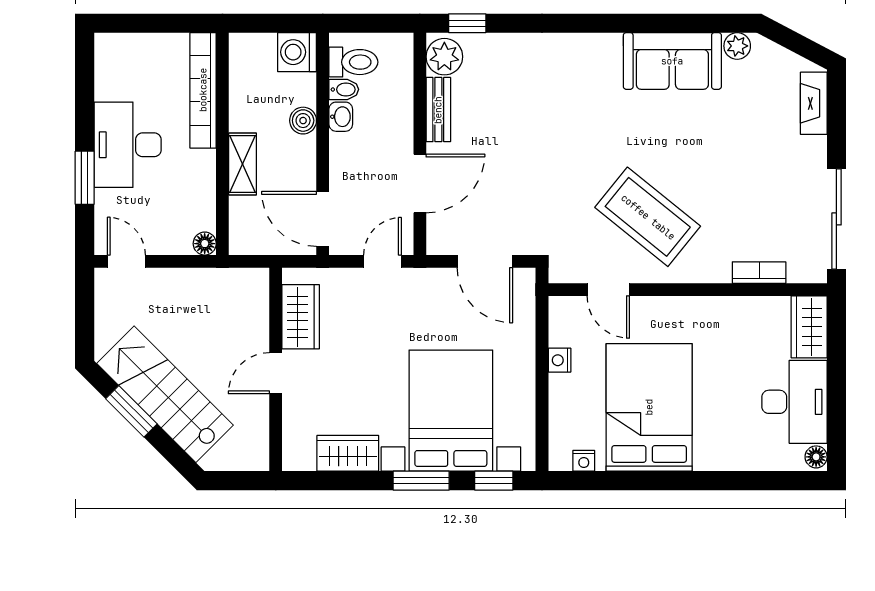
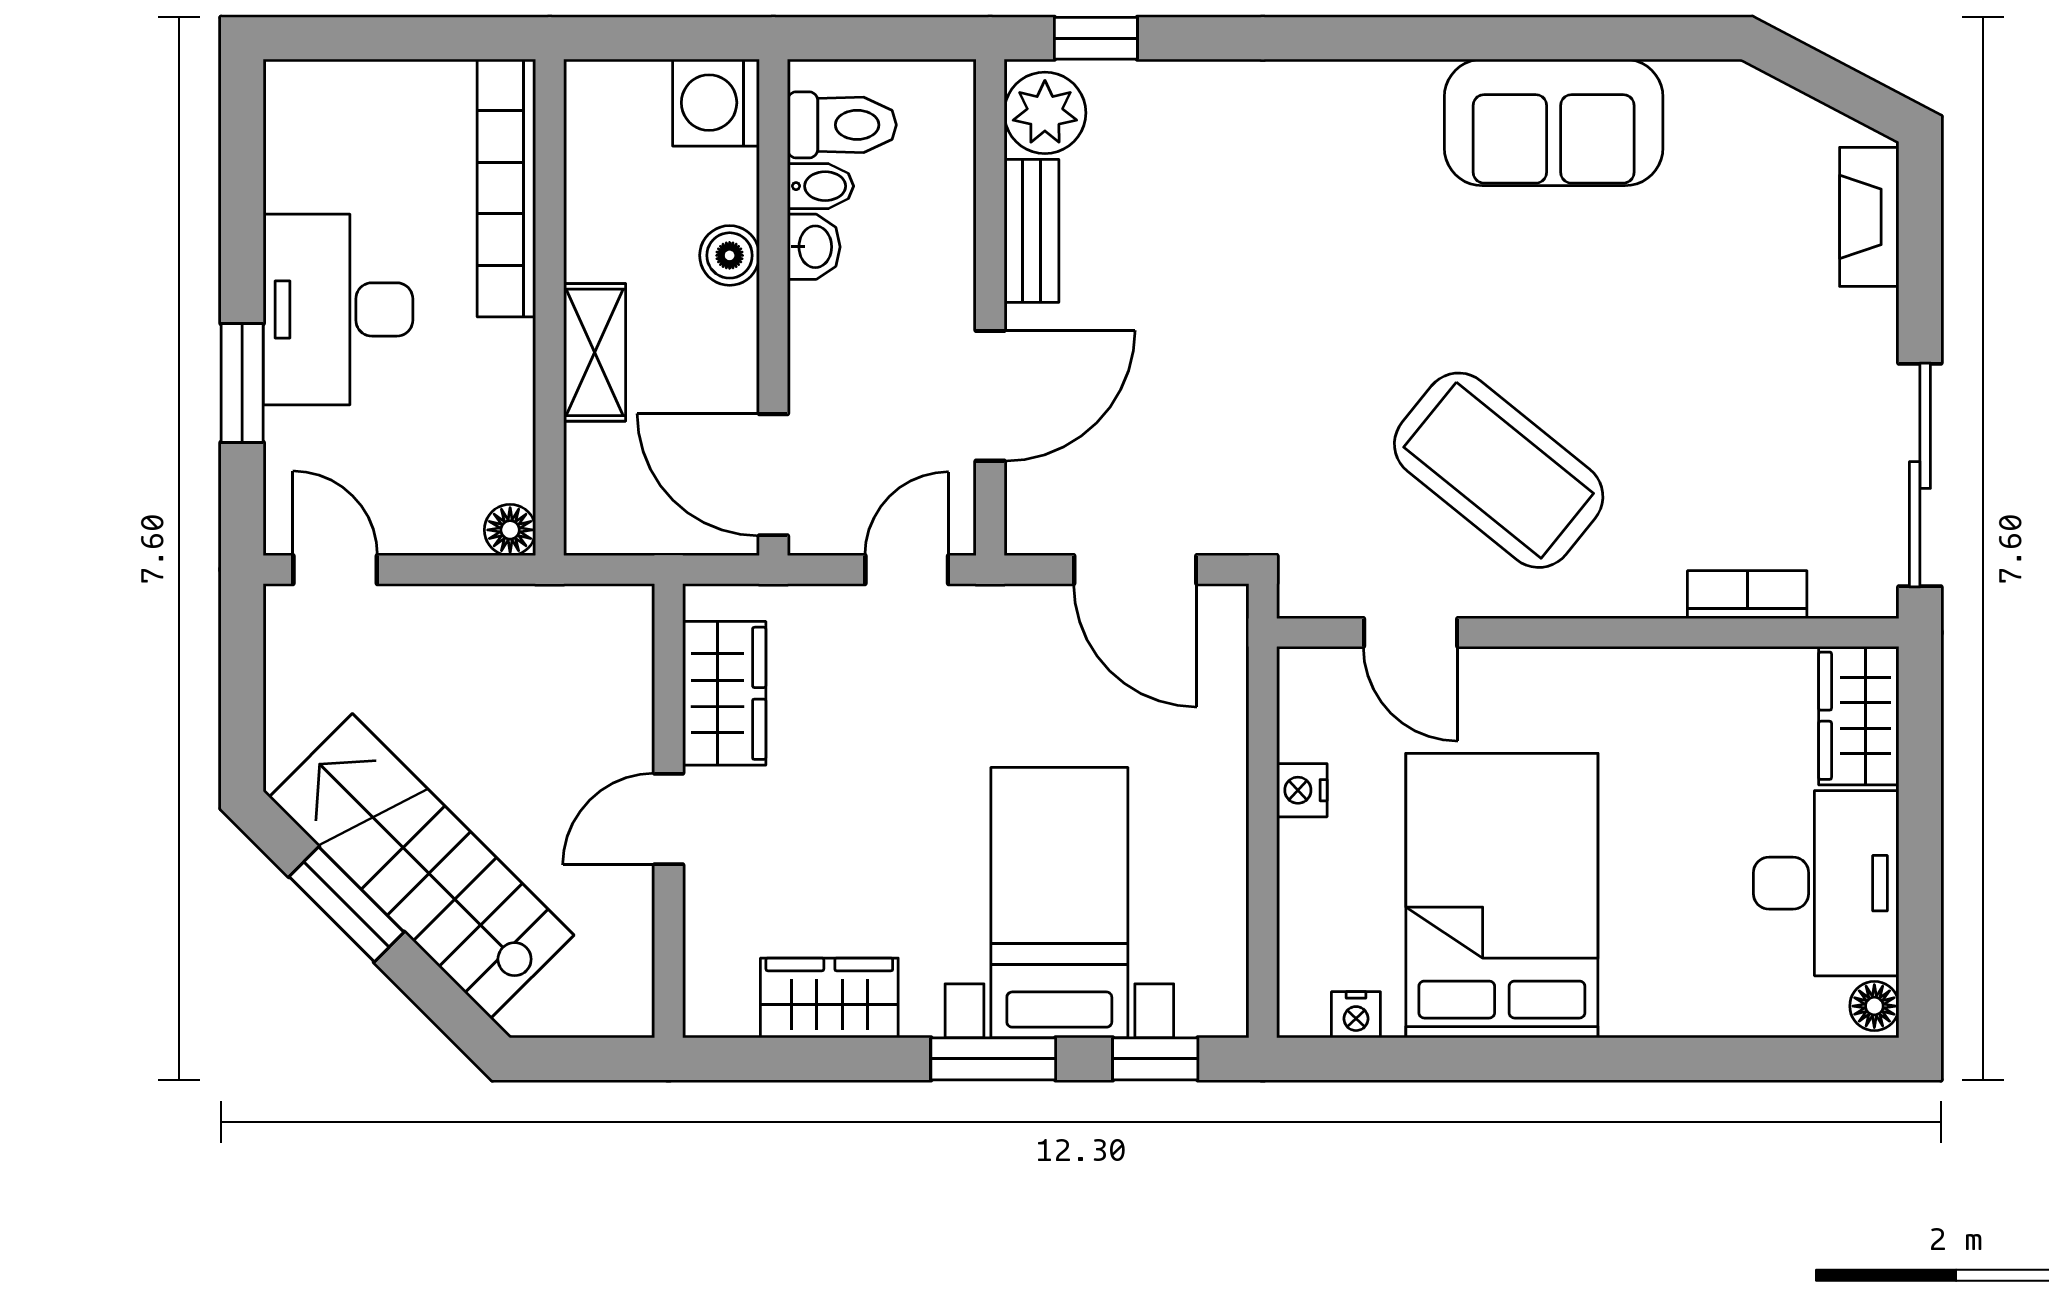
plant: (737, 46) -> (1698, 89), removed
bed with nightstands: (451, 411) -> (1059, 903), width x0.73

